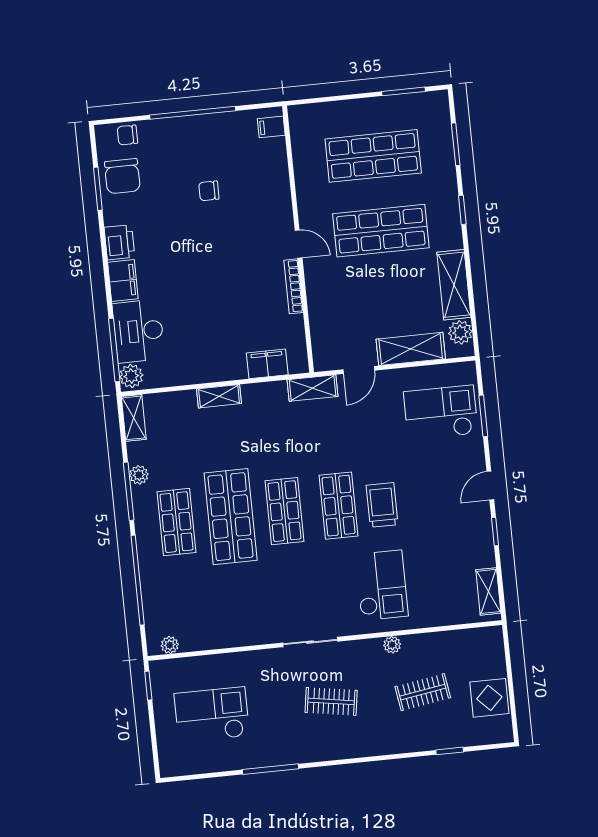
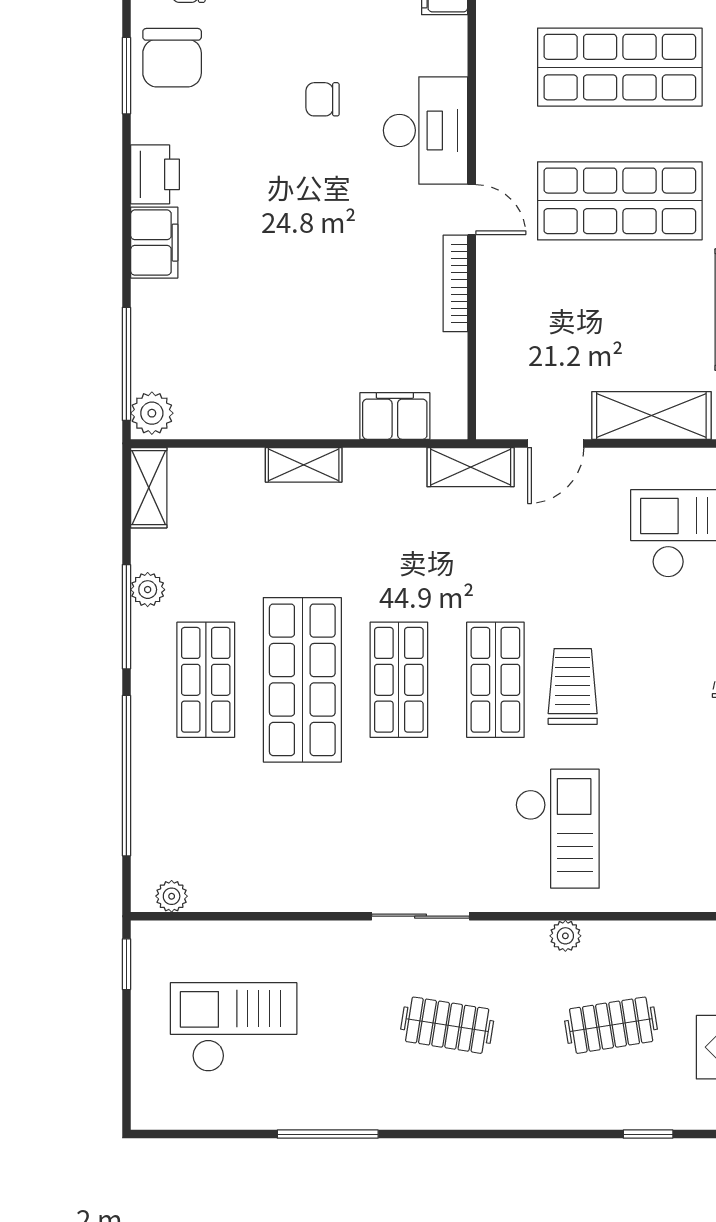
desk: (138, 331) -> (426, 130), moved, turned 180

